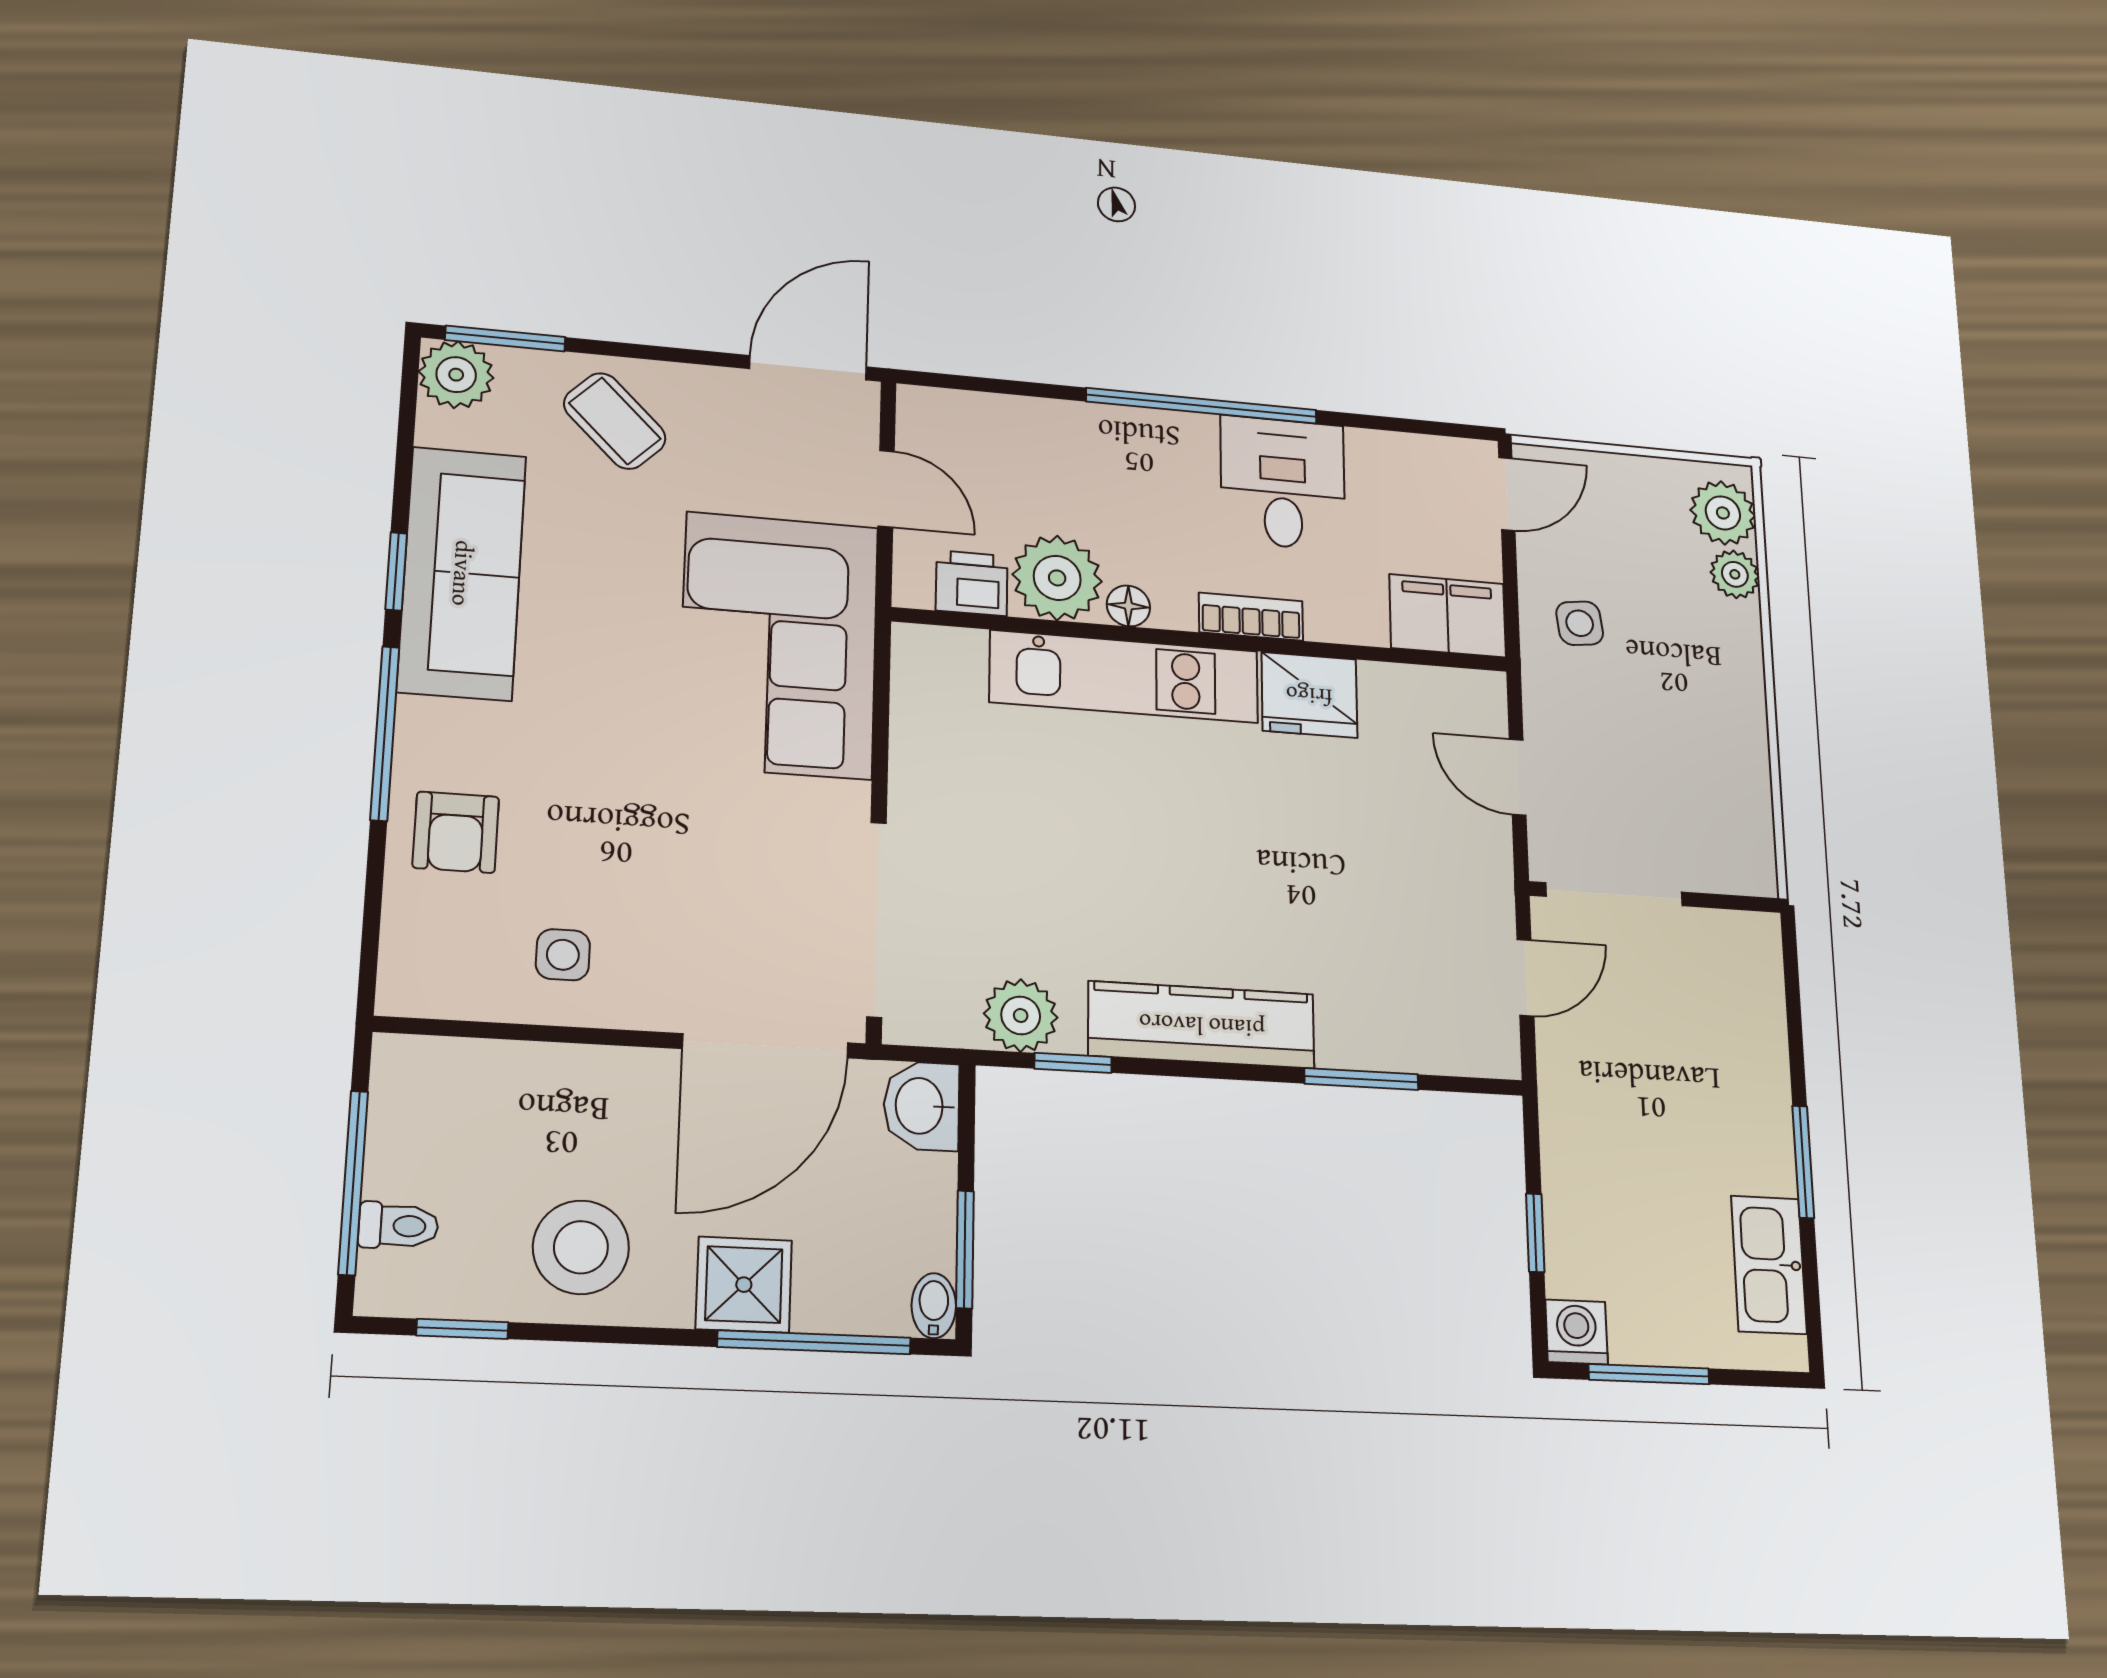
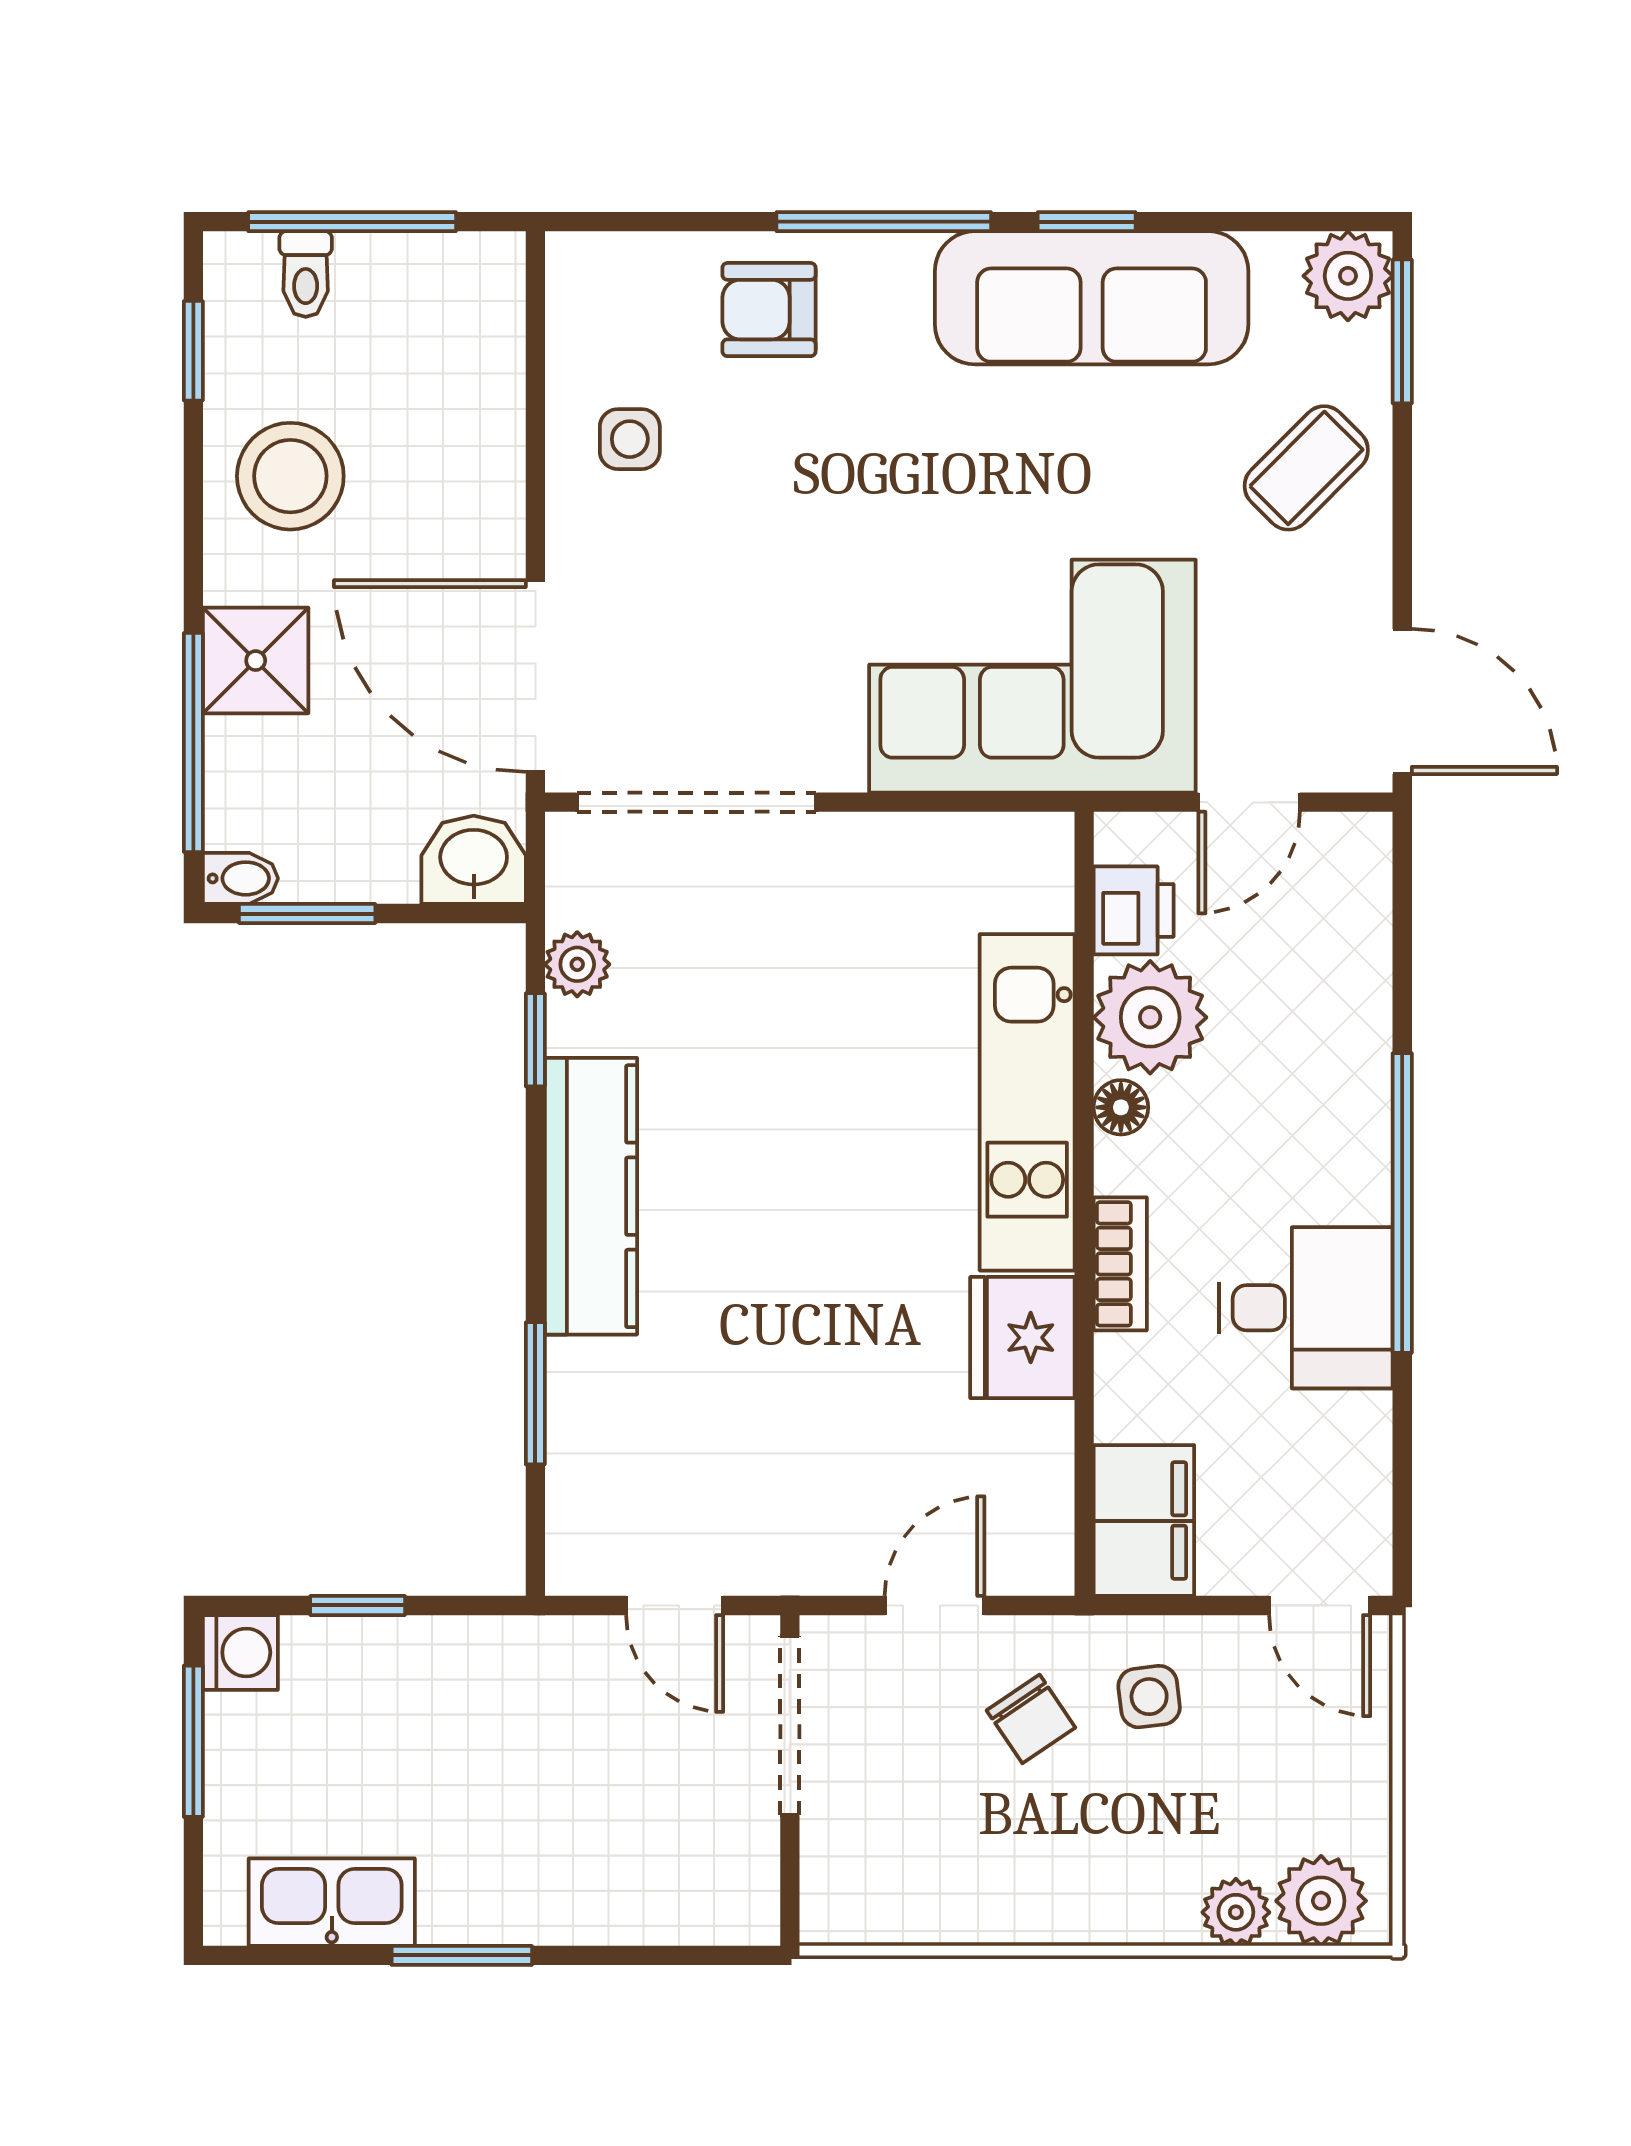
chair: (1600, 712) -> (1031, 1719), added
plant: (1021, 1015) -> (577, 964), width x0.73, depth x0.73

